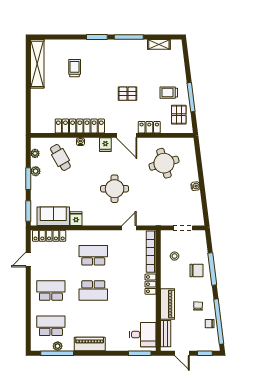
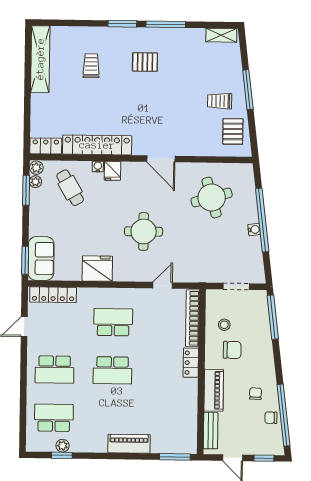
shelving: (159, 44) -> (221, 35), moved
pallet: (127, 94) -> (145, 62), moved
window: (191, 97) -> (248, 90), moved
locker: (149, 127) -> (46, 146), moved
fridge: (105, 145) -> (112, 171), moved
plant: (36, 171) -> (36, 168), moved
window: (28, 179) -> (26, 190), moved
window: (201, 179) -> (262, 220), added
sofa: (53, 216) -> (41, 258), moved, turned 90
fridge: (76, 219) -> (97, 269), width x1.88, depth x1.34
window: (212, 269) -> (273, 317), moved
chair: (197, 270) -> (232, 350), moved
school desk: (51, 291) -> (55, 370), turned 180
desk: (143, 335) -> (179, 431), removed
piano: (90, 344) -> (129, 444), moved
window: (57, 353) -> (62, 455), width x0.46

